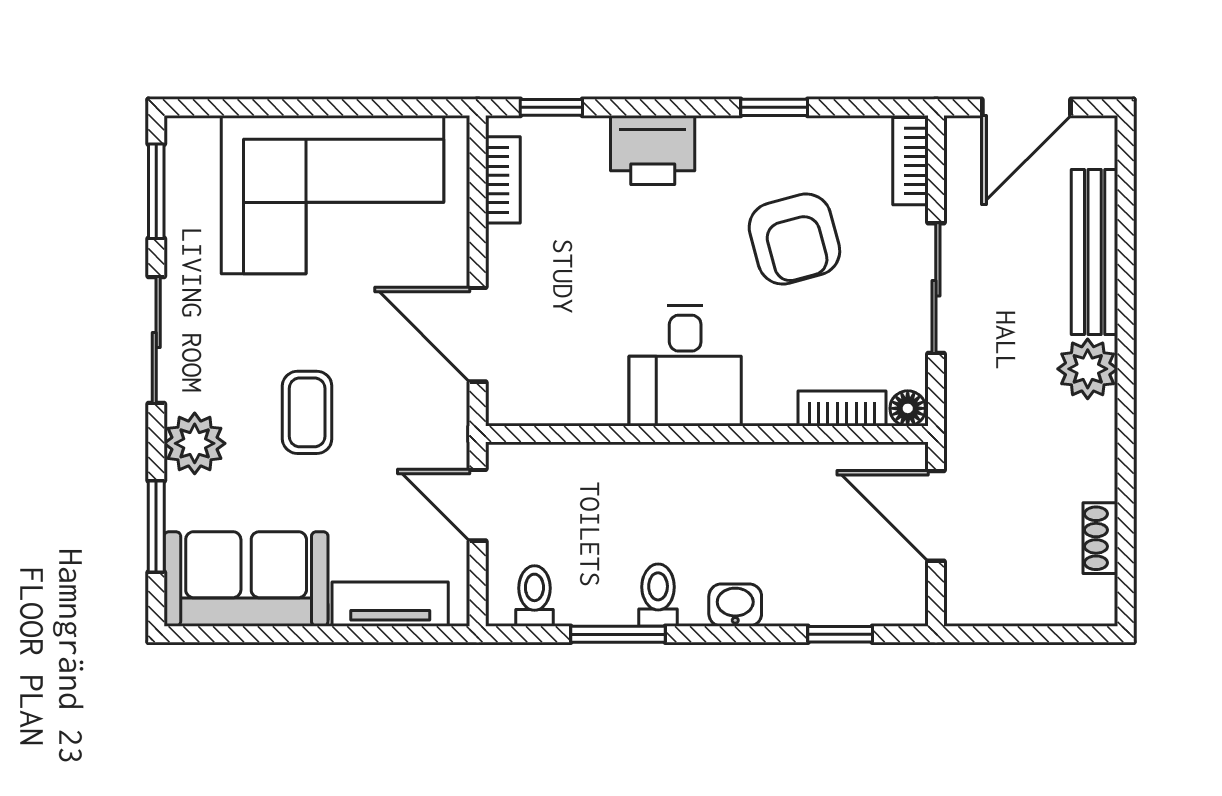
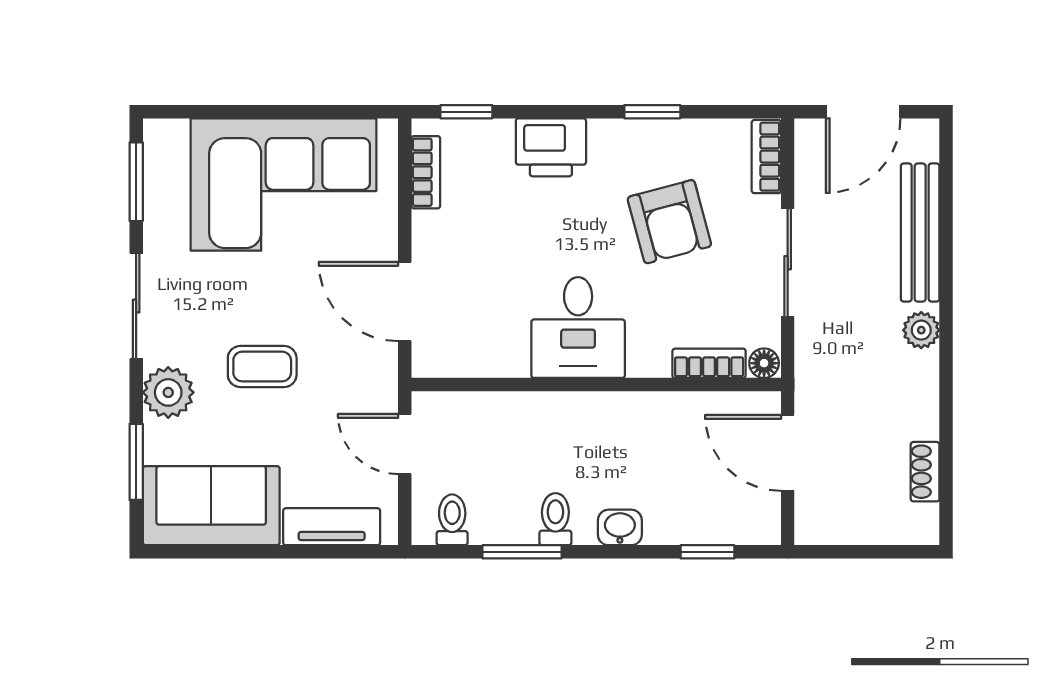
plant: (1088, 369) -> (921, 330), width x0.73, depth x0.73
coffee table: (307, 412) -> (262, 366), turned 90

